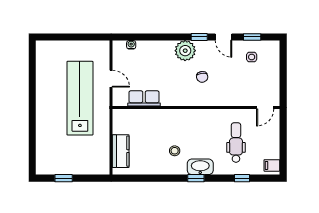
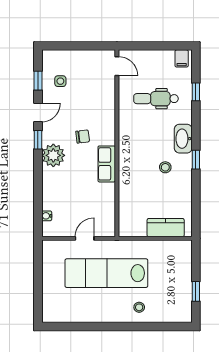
row of seats: (144, 98) -> (107, 164), moved
stool: (49, 127) -> (139, 307), added
window: (196, 178) -> (196, 160), moved

